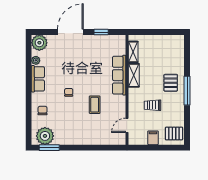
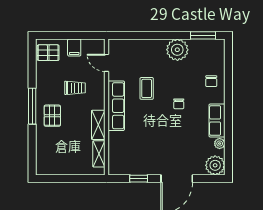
row of seats: (119, 75) -> (116, 106), moved
door: (127, 125) -> (106, 63), swing flipped
plant: (45, 136) -> (177, 50), moved

